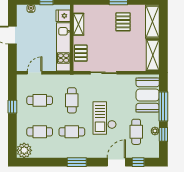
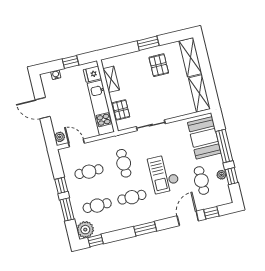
plant: (21, 64) -> (60, 137), added
door: (35, 73) -> (76, 143), hinge flipped
window: (12, 129) -> (67, 209), added
window: (31, 162) -> (95, 241), added

